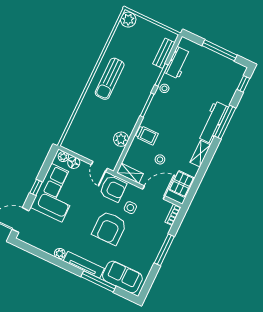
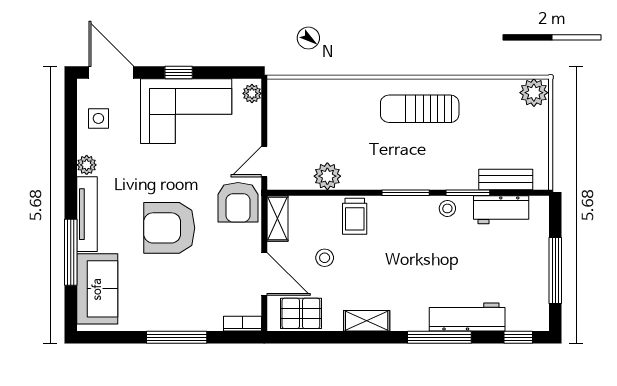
workbench: (213, 122) -> (467, 317), moved
floor lamp: (74, 163) -> (250, 116), removed
side table: (130, 208) -> (98, 118), moved

